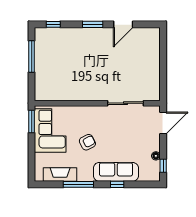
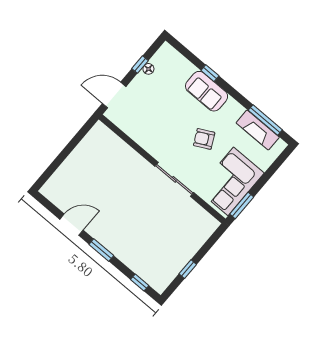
window: (32, 57) -> (188, 269), width x0.46
sliding door: (126, 103) -> (174, 179), moved
window: (163, 166) -> (140, 65), moved
sofa: (116, 172) -> (207, 91), width x0.73
window: (78, 184) -> (265, 120), moved

